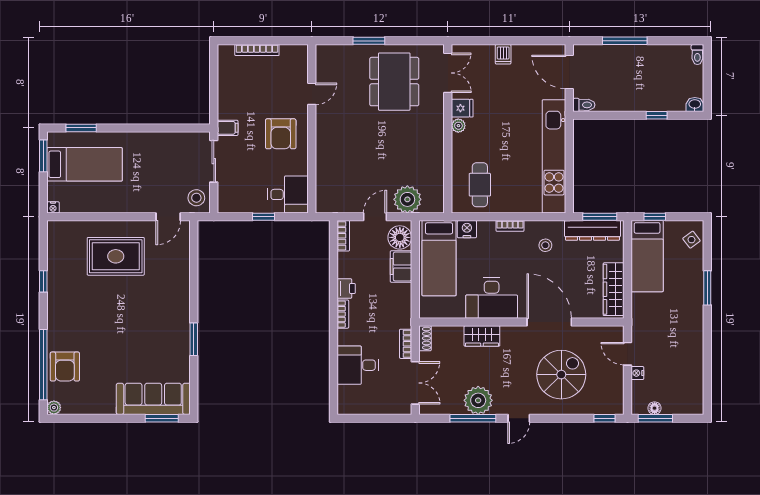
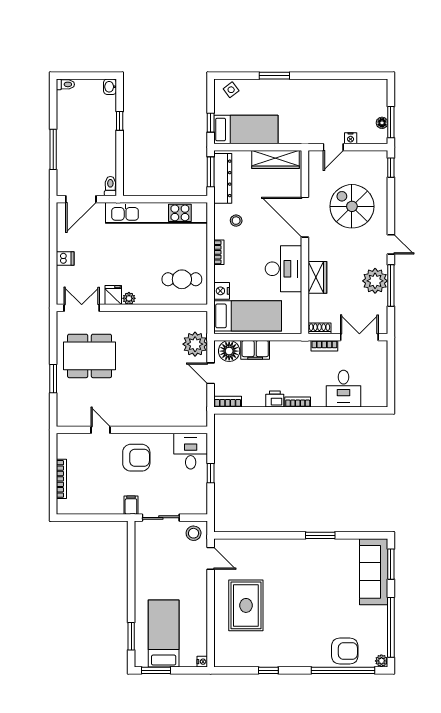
door: (549, 322) -> (305, 217), hinge flipped
window: (91, 418) -> (391, 627), added

